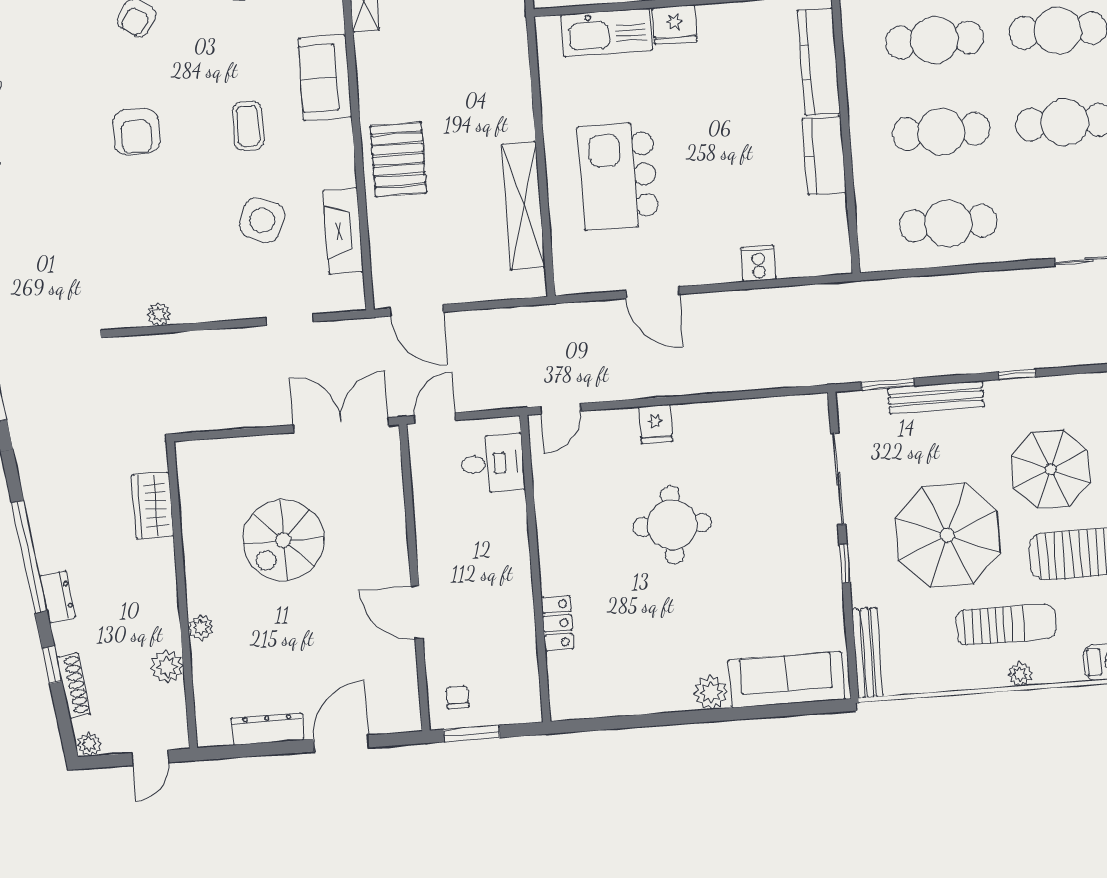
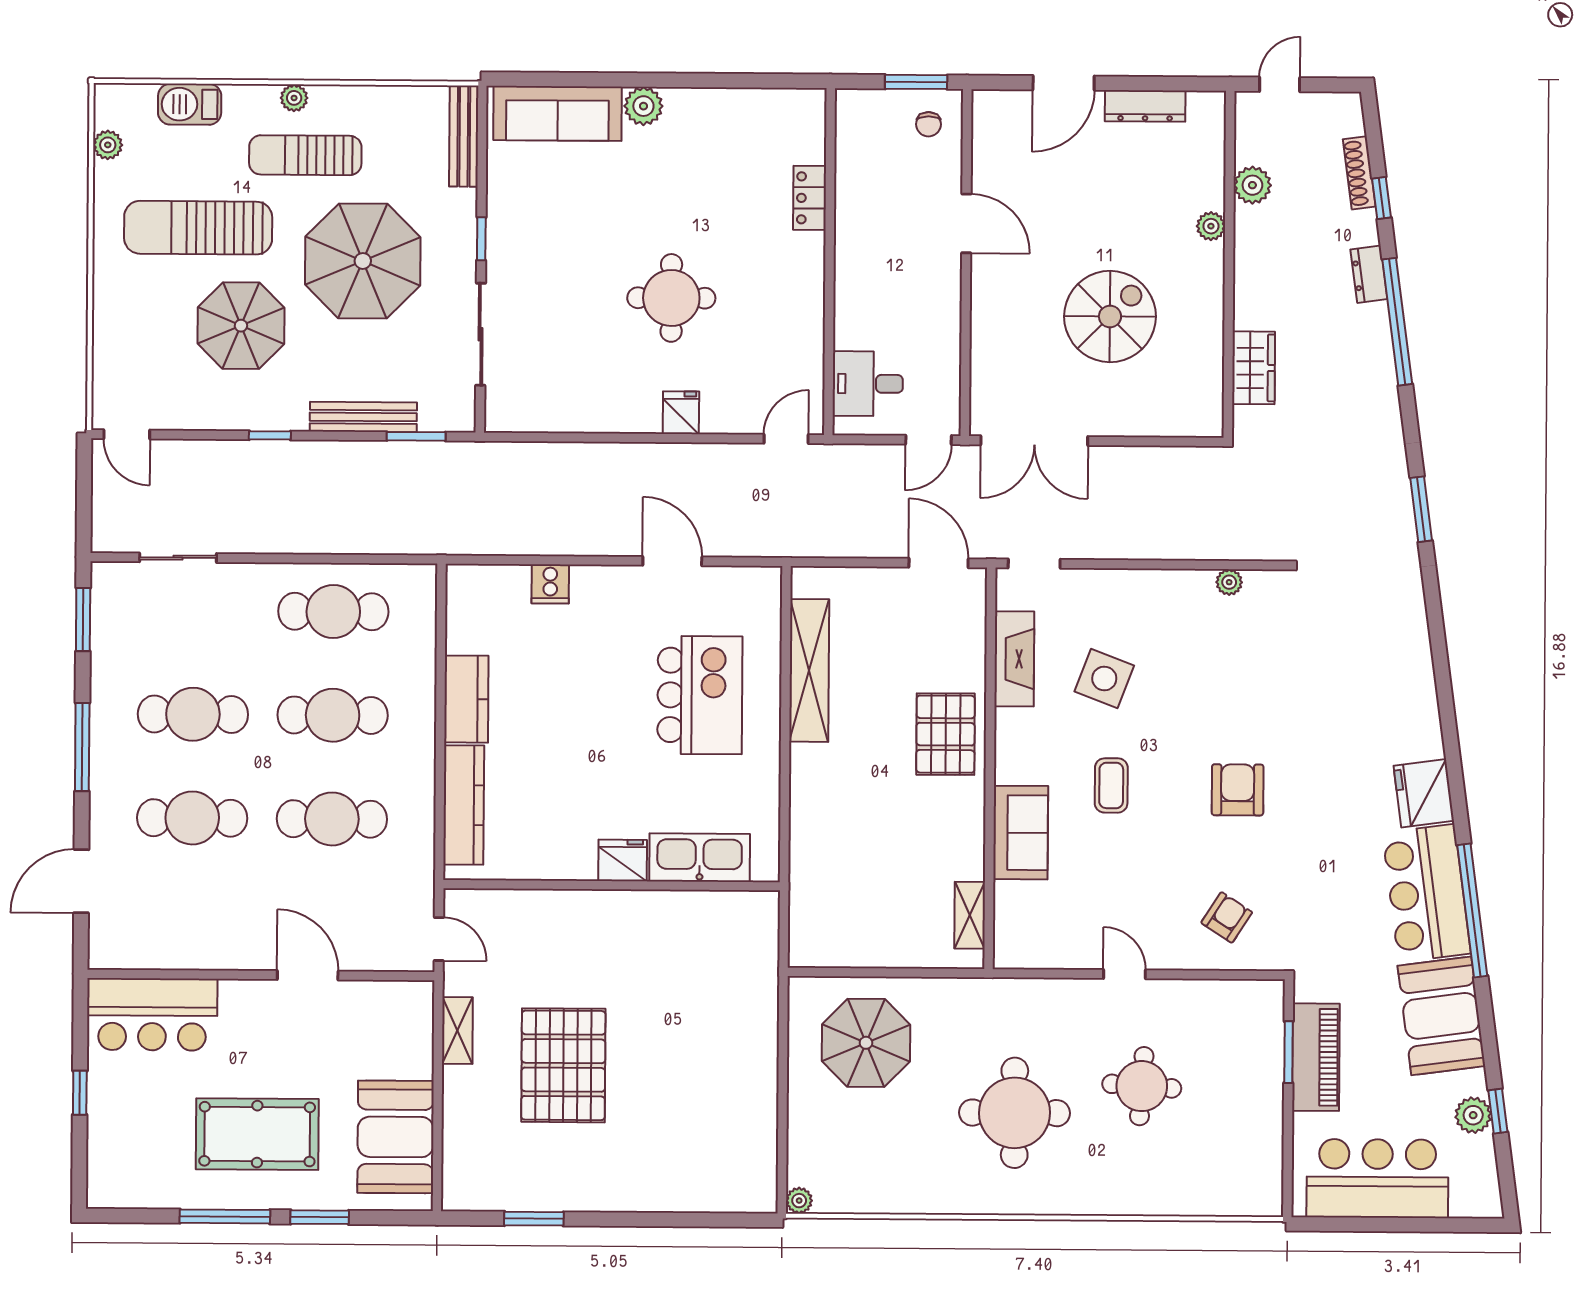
doorway: (290, 320) -> (1034, 564), moved
plant: (89, 744) -> (1347, 105), removed

